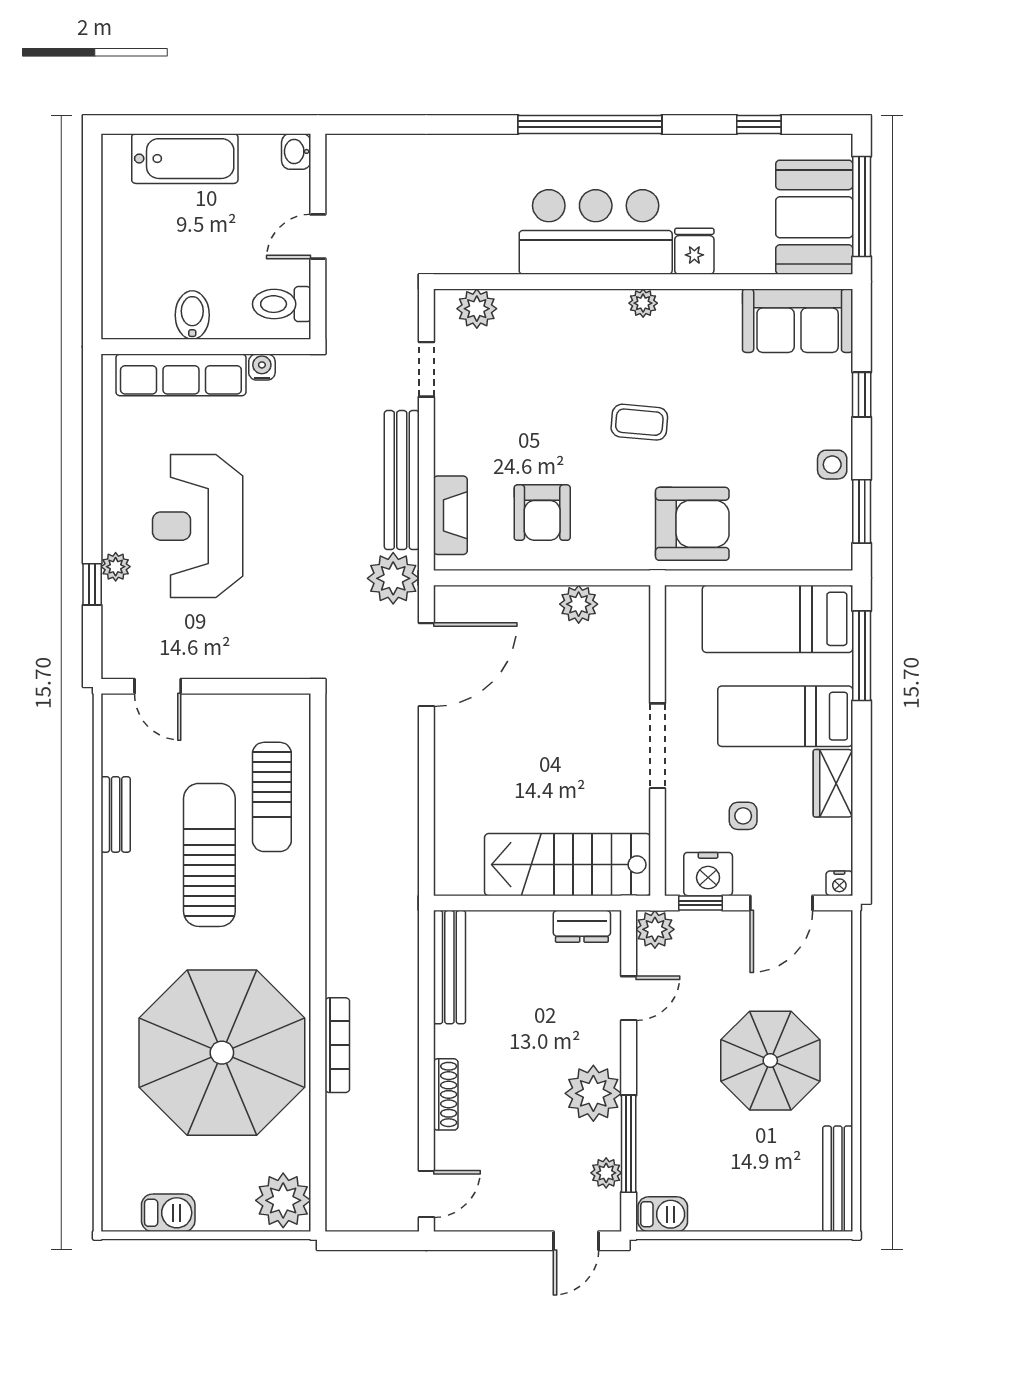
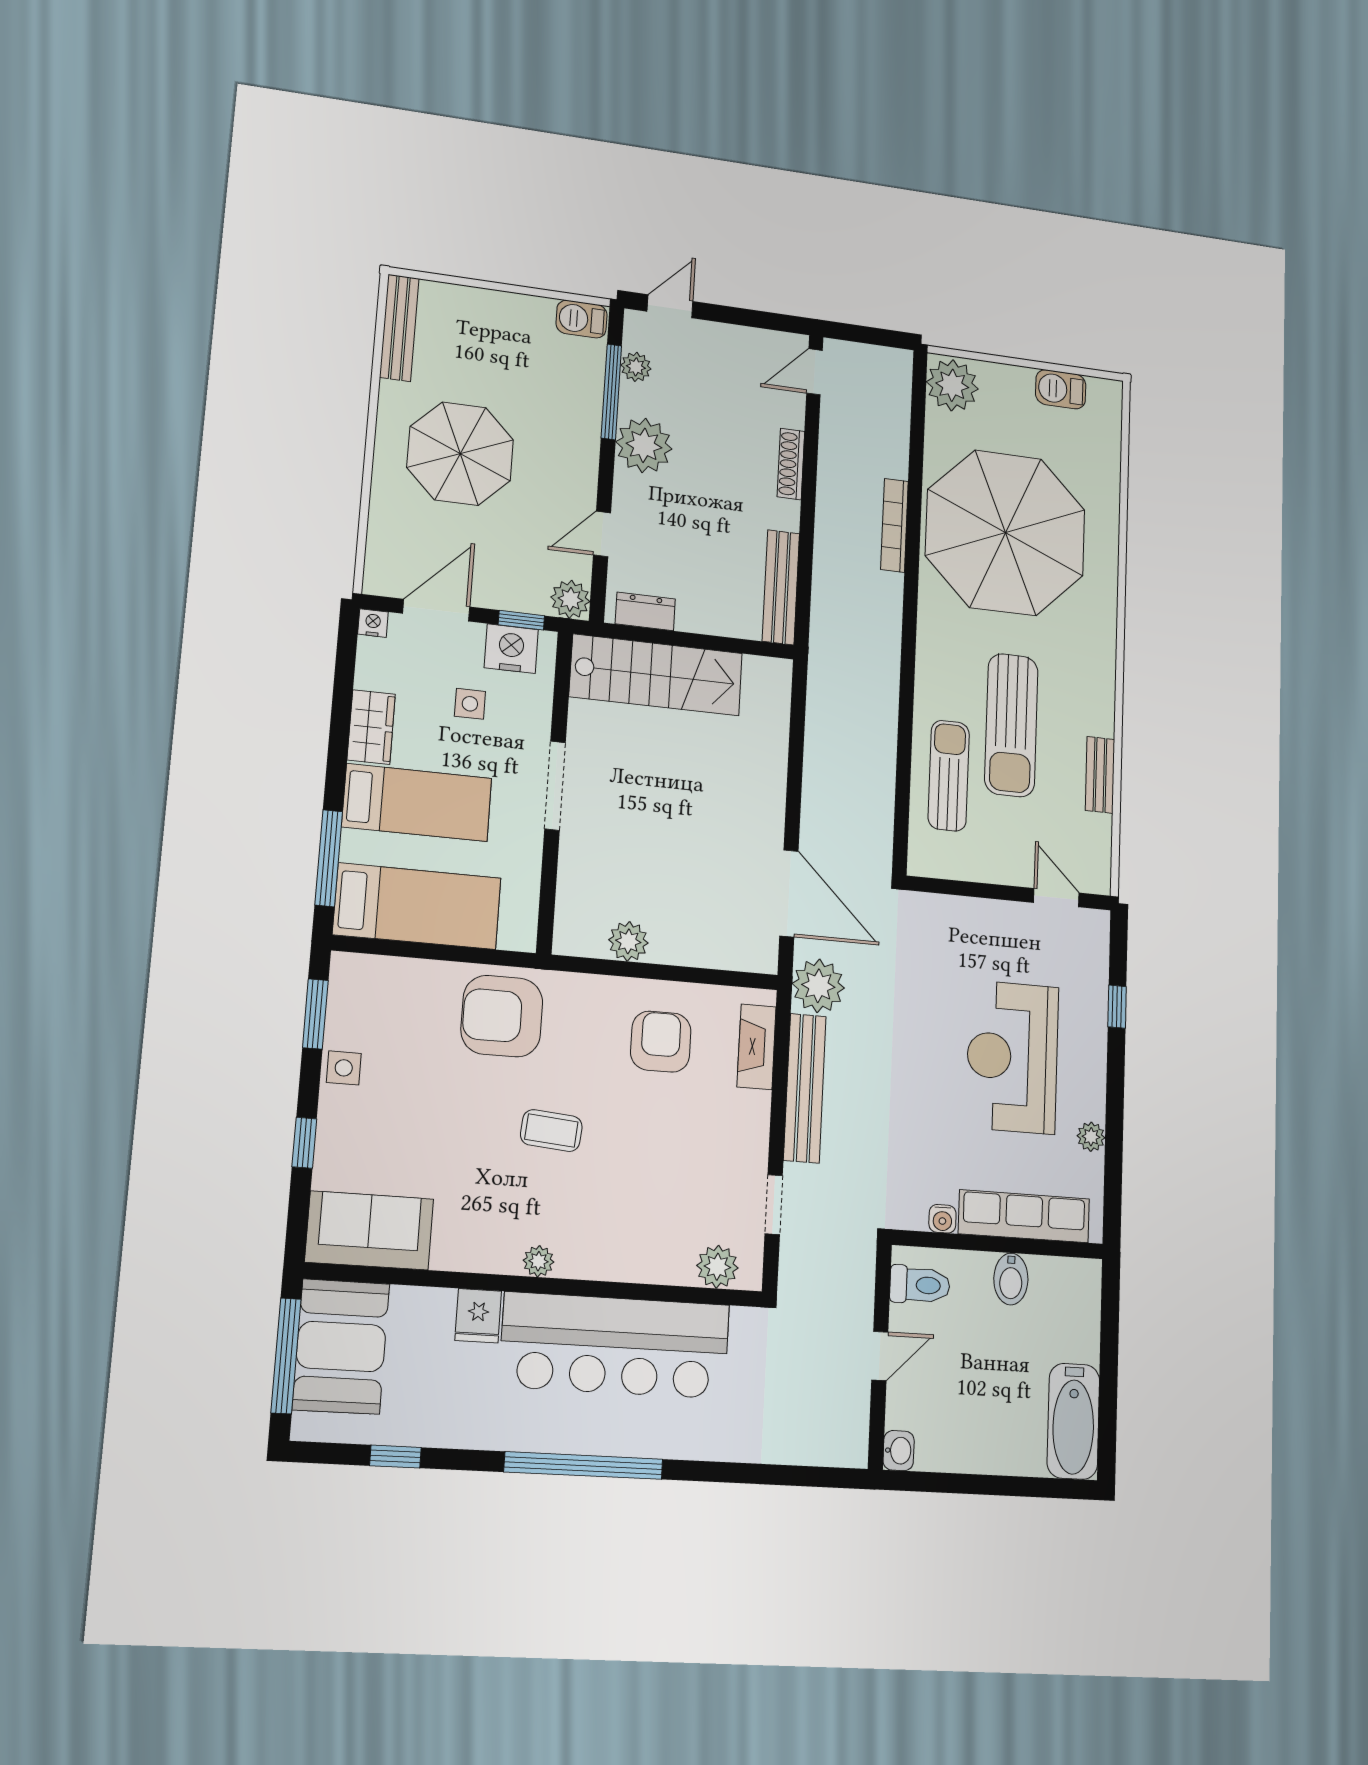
bathtub: (185, 159) -> (1073, 1421), moved, turned -90
bar counter: (596, 232) -> (615, 1345), width x1.36
reception desk: (198, 526) -> (1012, 1057), turned 180
plant: (116, 567) -> (1091, 1137), moved
door: (426, 665) -> (789, 893), swing flipped

